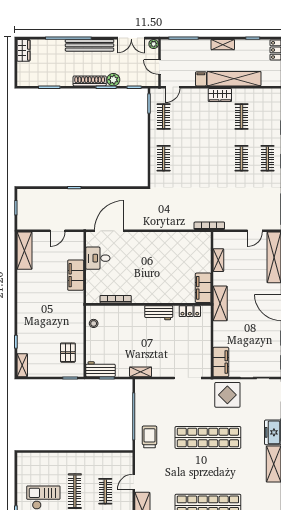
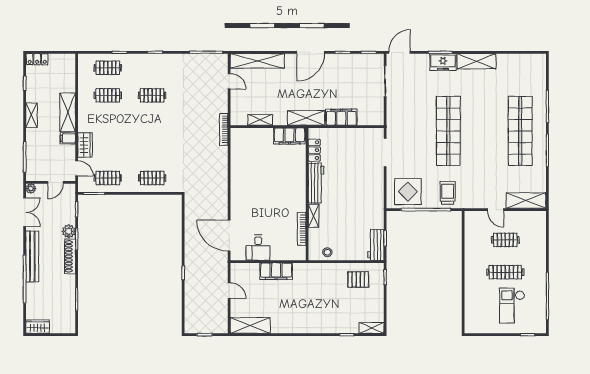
shelving: (234, 79) -> (68, 112), width x0.68
wardrobe: (220, 95) -> (85, 145), moved
clothes rail: (267, 158) -> (108, 68), moved
workbench: (159, 313) -> (316, 183), width x1.38
filing cabinet: (221, 362) -> (341, 117), moved
shelving: (141, 372) -> (314, 216), moved
display table: (227, 395) -> (408, 191), moved
trolley: (149, 437) -> (448, 193), turned 90

